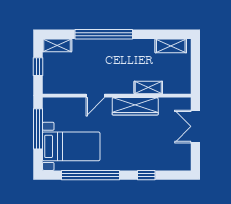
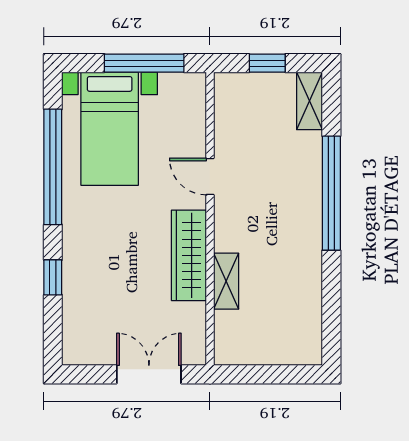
shelving: (171, 46) -> (308, 326), removed

